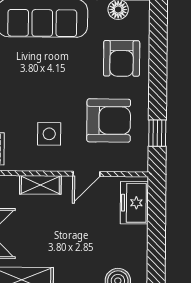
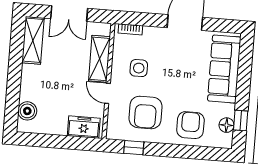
armchair: (122, 58) -> (190, 125), turned 90
shelving: (40, 185) -> (99, 59), width x1.50, depth x1.33

